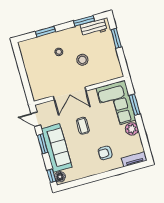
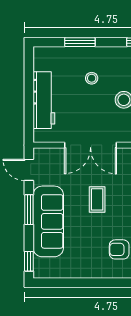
workbench: (33, 74) -> (44, 100), added
floor lamp: (60, 177) -> (41, 266), removed

